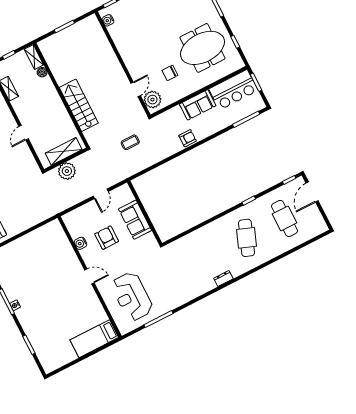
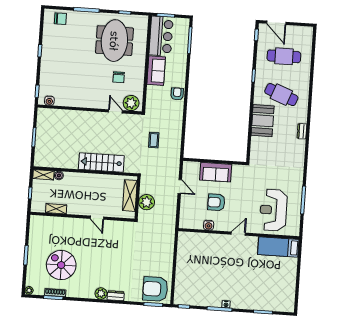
booth: (211, 235) -> (263, 121), added
reception desk: (132, 296) -> (273, 210), turned 90
bed: (94, 339) -> (278, 247), moved, turned 90

